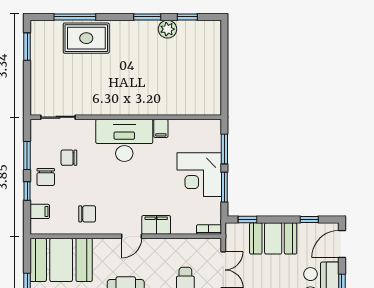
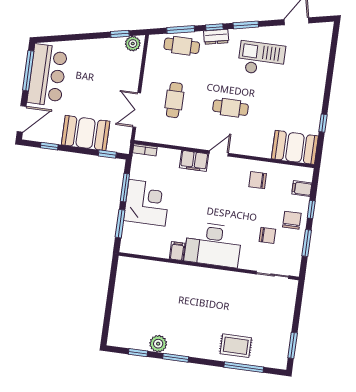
rug: (86, 38) -> (236, 346), width x0.73, depth x0.70
booth: (61, 260) -> (295, 147), width x0.73, depth x0.70

